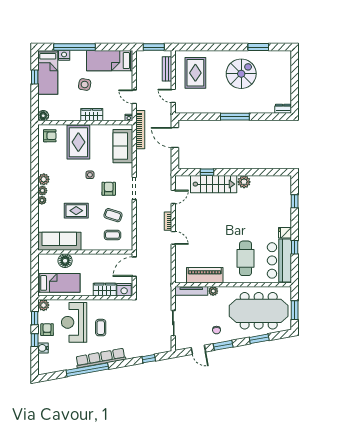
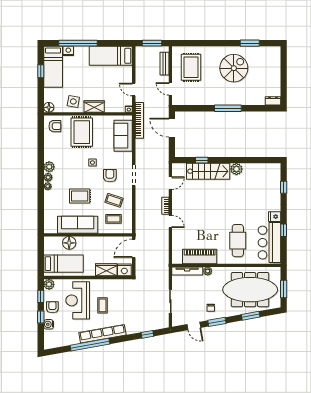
side table: (85, 84) -> (73, 101), moved
sofa: (59, 241) -> (78, 225), moved

